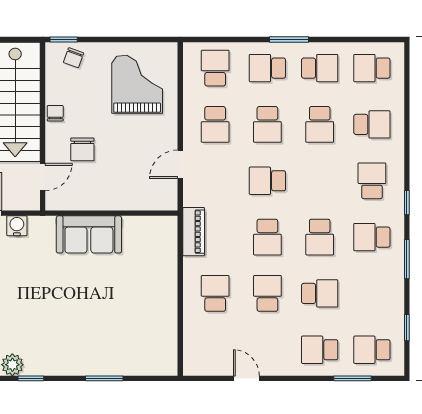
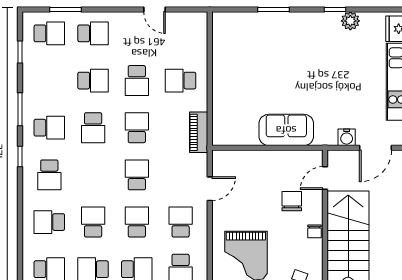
school desk: (267, 181) -> (137, 175), turned -90
school desk: (320, 237) -> (93, 128), turned 180
school desk: (215, 293) -> (181, 81), turned 90
school desk: (320, 293) -> (93, 81), turned 180

